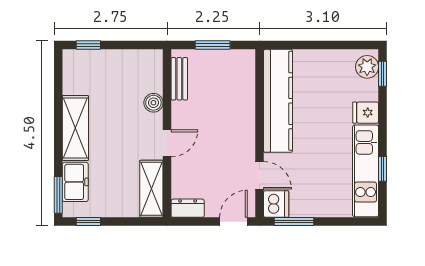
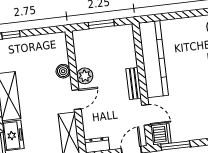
bench: (179, 79) -> (134, 83), moved
plant: (182, 113) -> (85, 76), added

